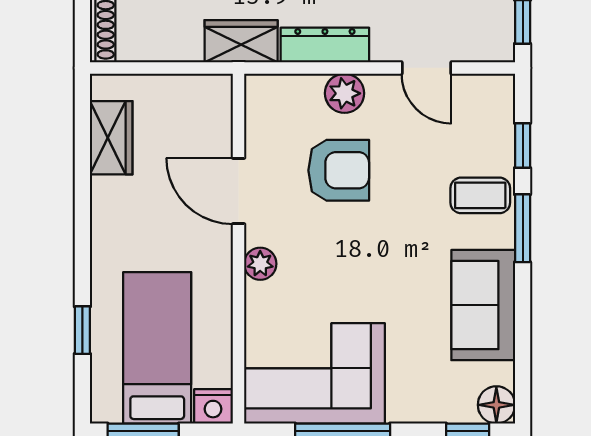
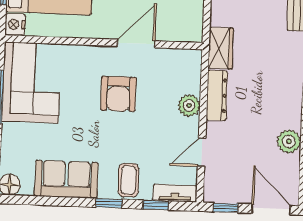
tv unit: (500, 112) -> (175, 193), added
armchair: (339, 170) -> (118, 94), moved
window: (523, 228) -> (109, 203), width x0.67
plant: (260, 264) -> (95, 54), removed

